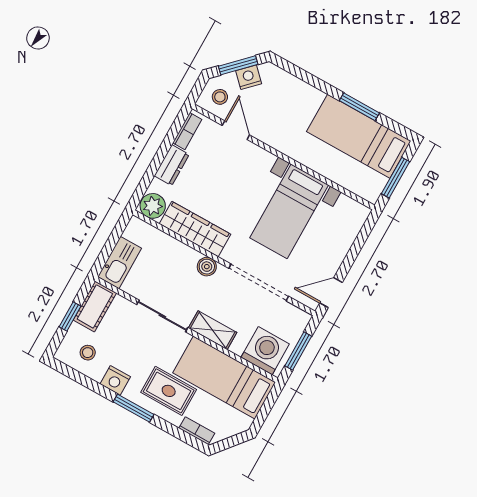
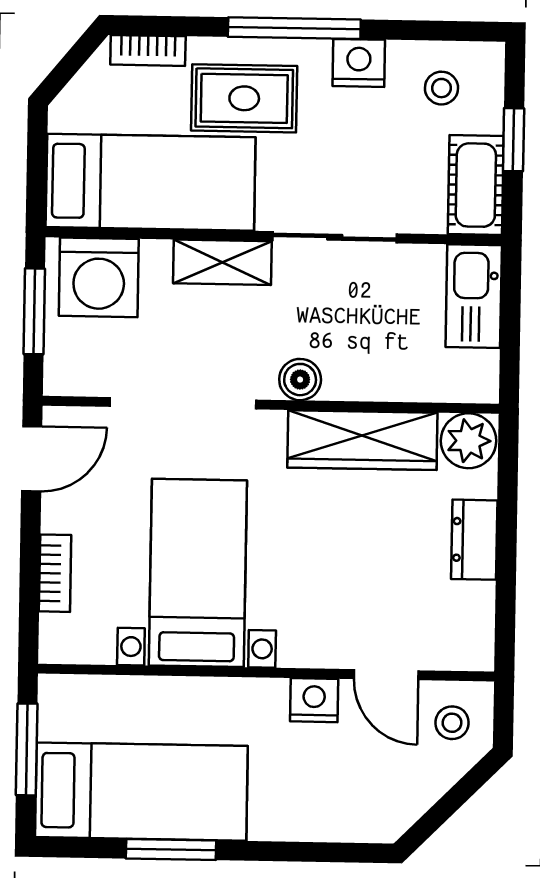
window: (238, 65) -> (450, 803), removed
nightstand: (249, 77) -> (314, 700), moved, turned -135
bookcase: (187, 131) -> (55, 573), moved, turned 180
window: (134, 408) -> (294, 28), width x1.44

